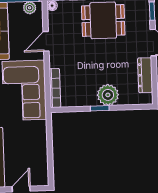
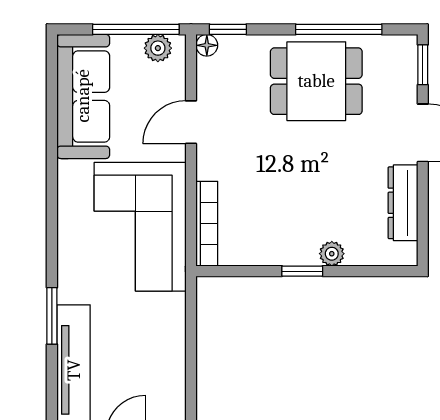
plant: (108, 95) -> (332, 254), width x0.53, depth x0.53

